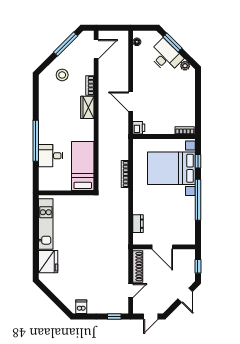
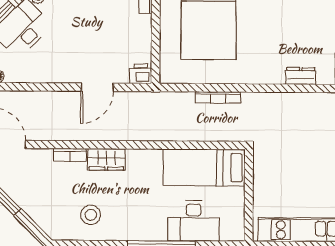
stool: (62, 75) -> (91, 215), moved
desk: (51, 156) -> (194, 221), width x1.37

